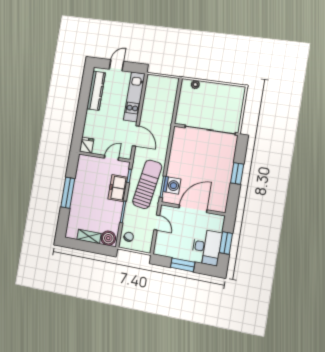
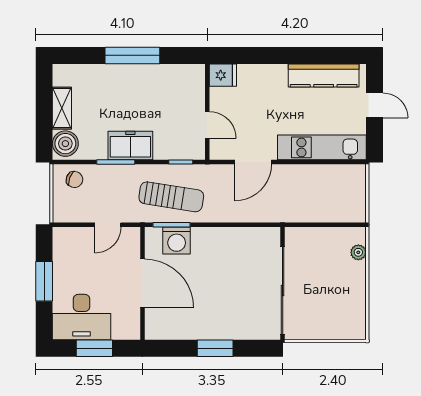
sun lounger: (147, 184) -> (171, 197), width x0.73, depth x0.75
freezer: (118, 188) -> (130, 146), moved

